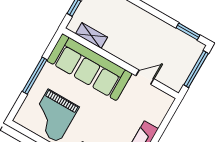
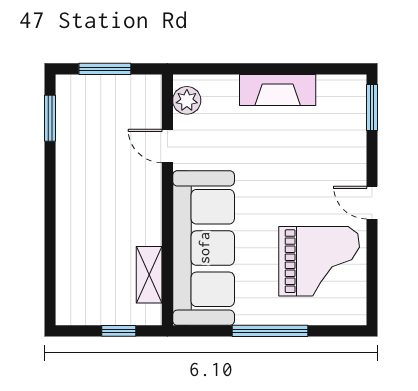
window: (196, 69) -> (105, 69), width x0.69
plant: (161, 98) -> (187, 100), added

